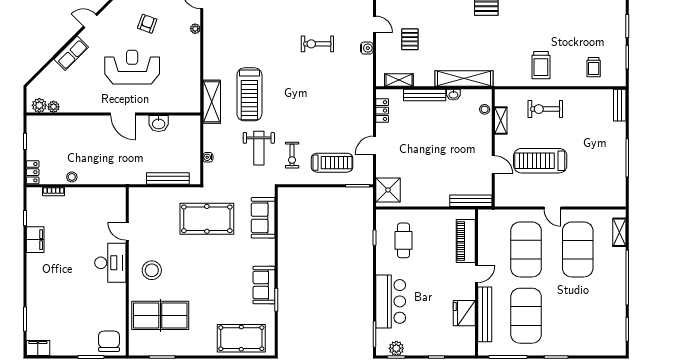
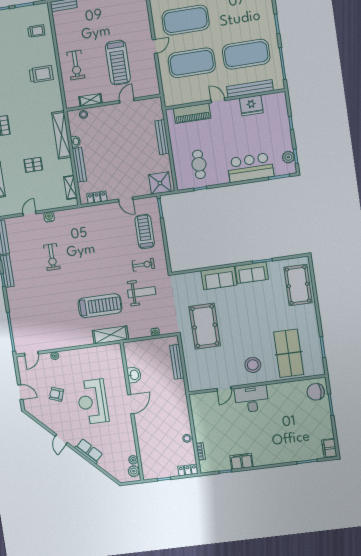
pallet: (410, 39) -> (33, 165), moved
bench: (471, 201) -> (162, 137), moved
sofa: (263, 218) -> (219, 278), moved
cafe table: (404, 240) -> (199, 164), turned 90

